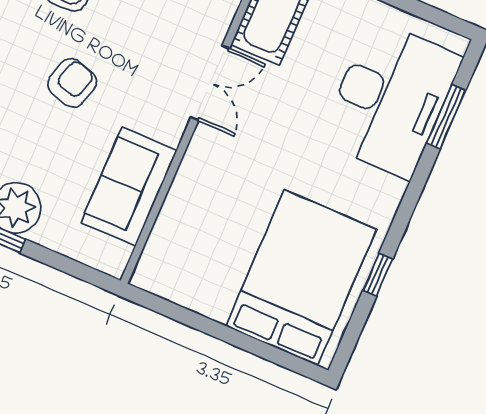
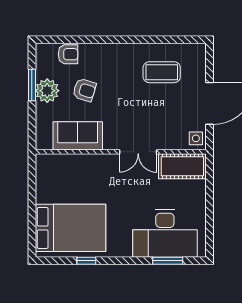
armchair: (72, 83) -> (84, 90), moved

